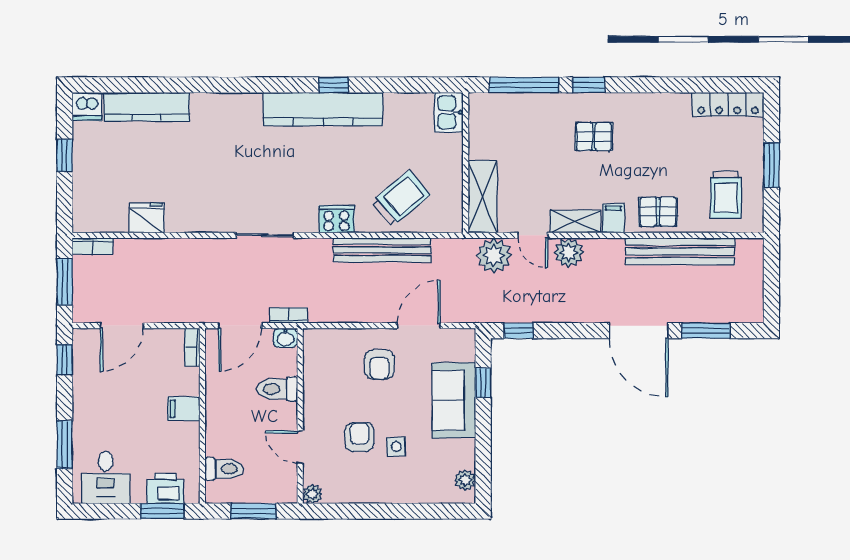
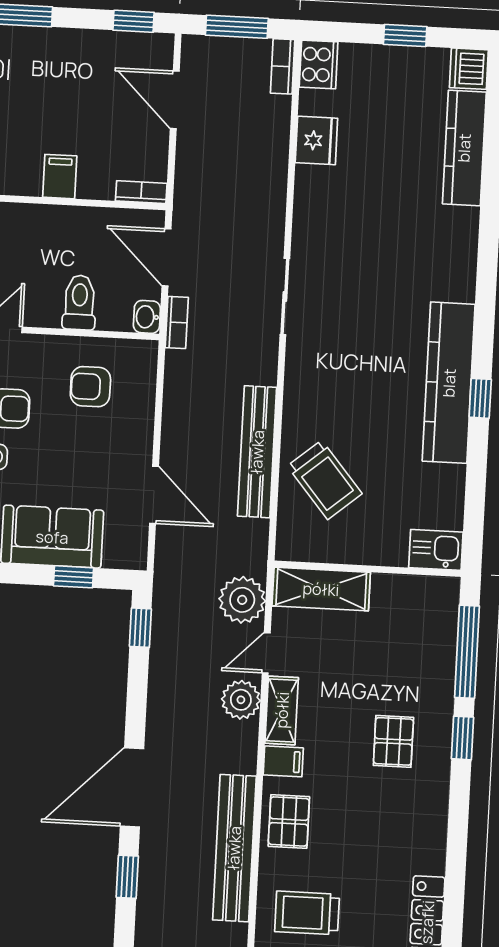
cooker: (336, 219) -> (319, 65), moved
window: (706, 331) -> (127, 877), width x0.67
armchair: (379, 365) -> (90, 387), moved

